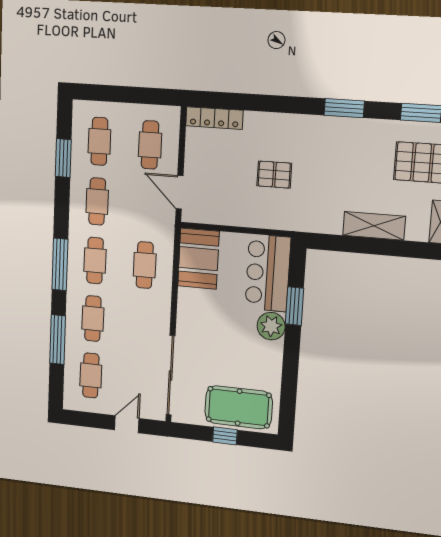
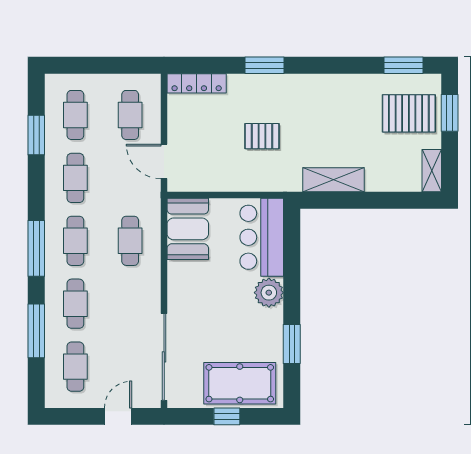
window: (344, 108) -> (265, 65), moved
shelving: (374, 226) -> (334, 180), moved
window: (294, 306) -> (292, 344), moved

